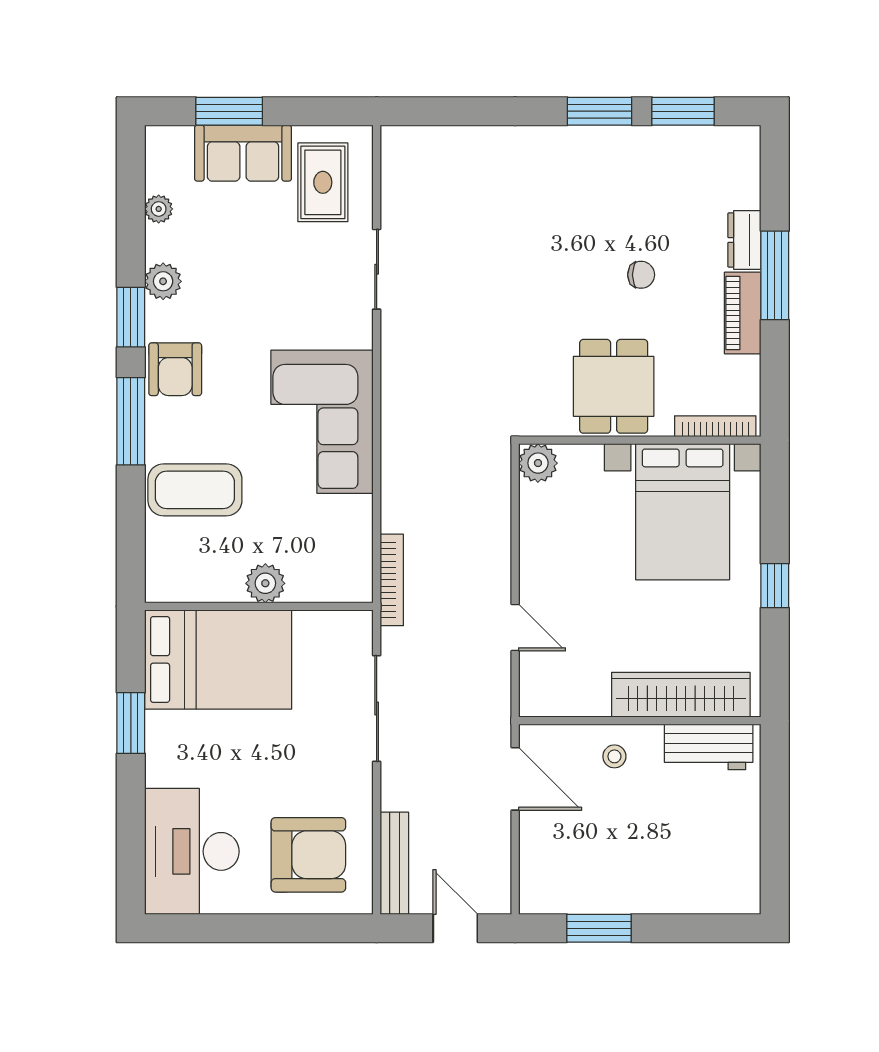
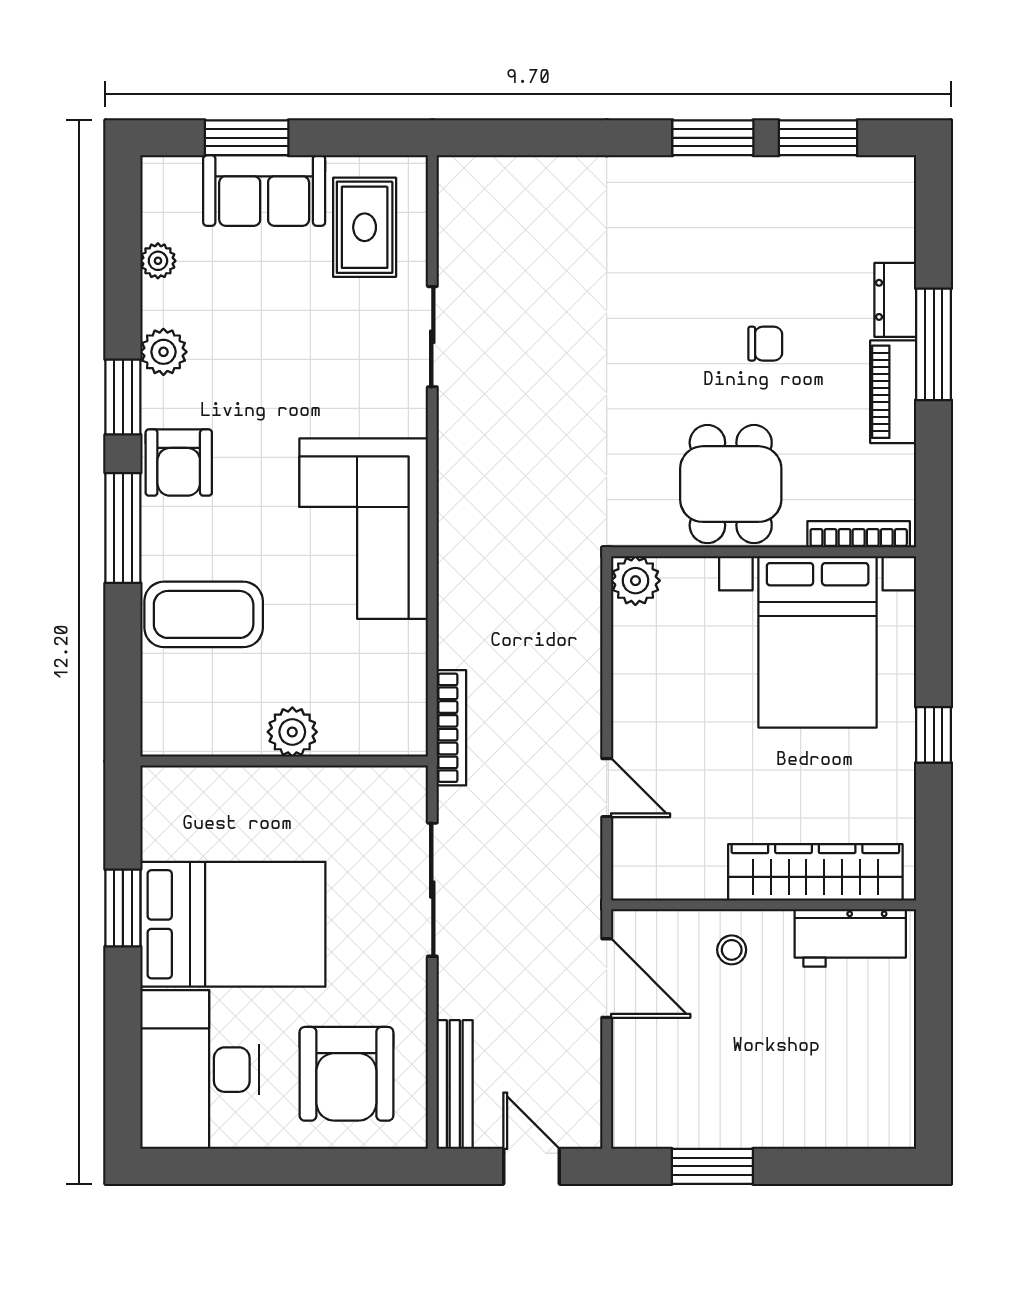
bed: (218, 659) -> (233, 924), moved
armchair: (308, 855) -> (346, 1074), turned 90

